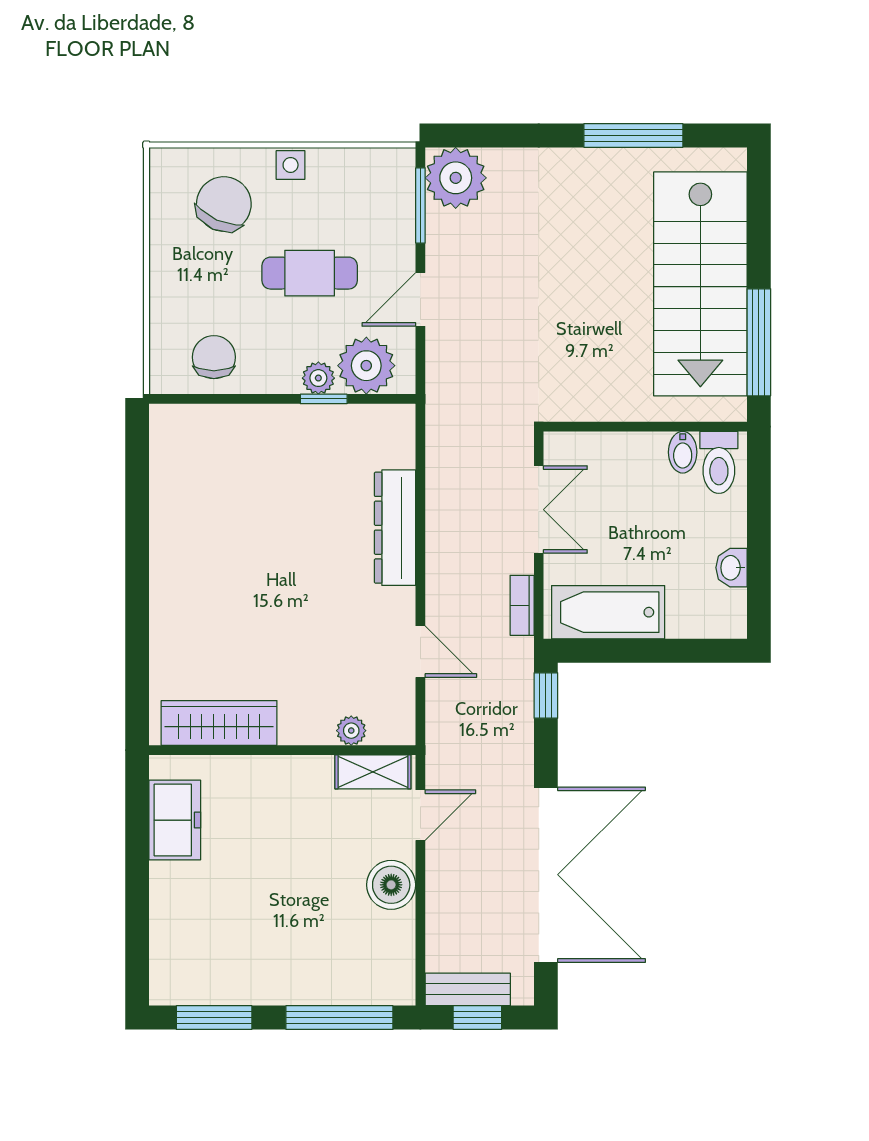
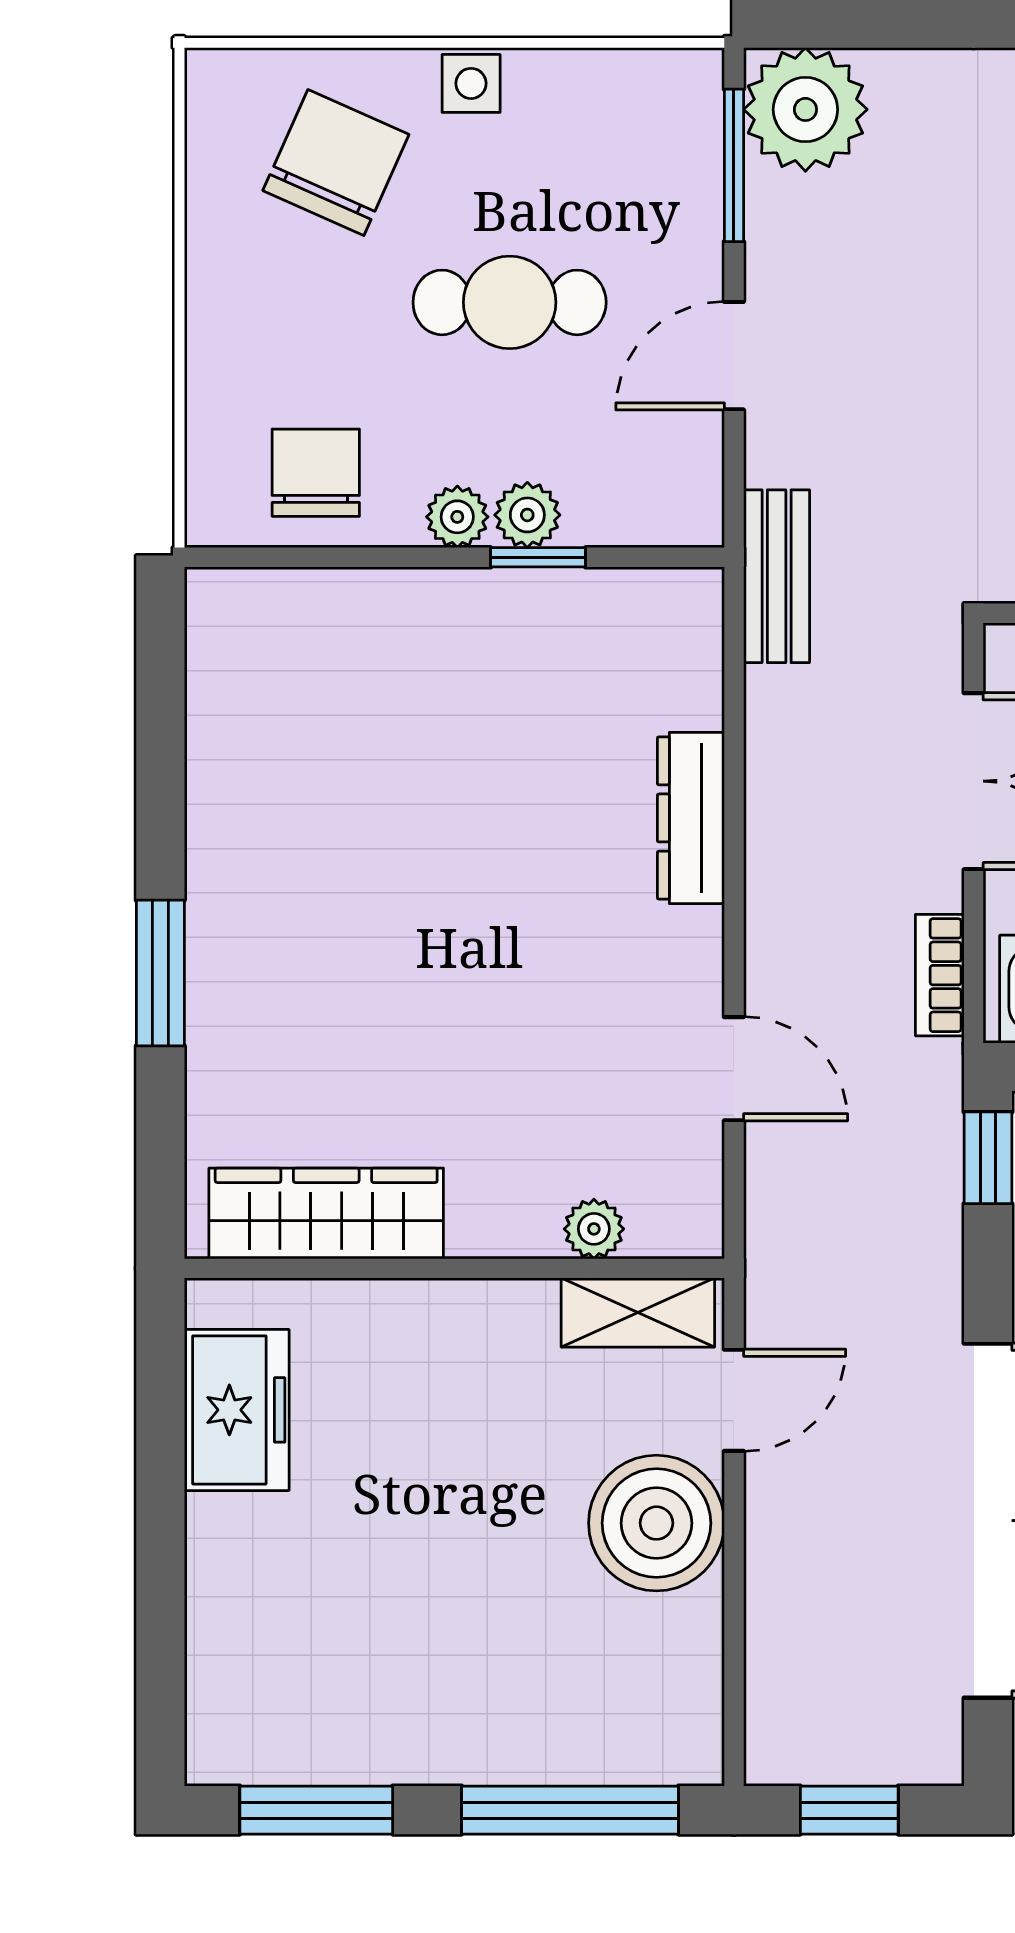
plant: (366, 366) -> (457, 517), moved, width x0.53, depth x0.53
dresser: (395, 528) -> (691, 818), width x0.73, depth x0.80
window: (137, 604) -> (160, 973), added
boiler: (391, 885) -> (656, 1523), width x1.37, depth x1.37
bench: (468, 989) -> (777, 576), moved, turned 90

